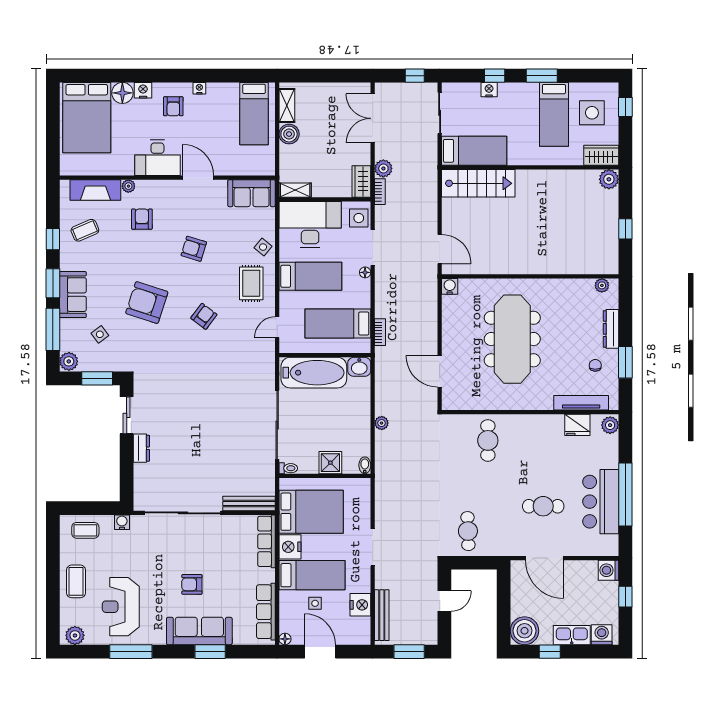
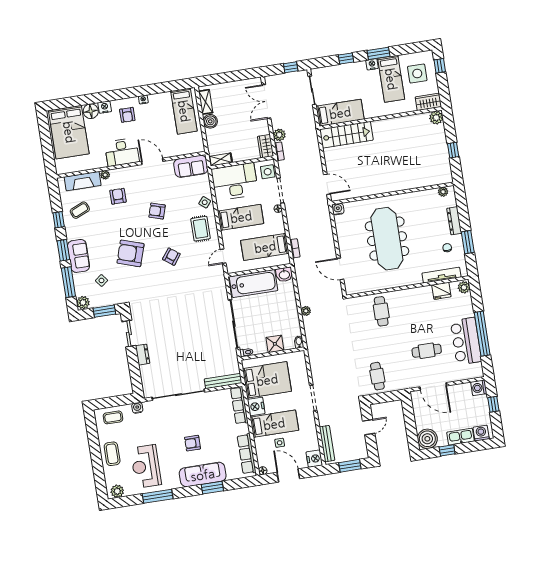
nightstand: (489, 90) -> (372, 64), moved
nightstand: (360, 605) -> (314, 459), moved

